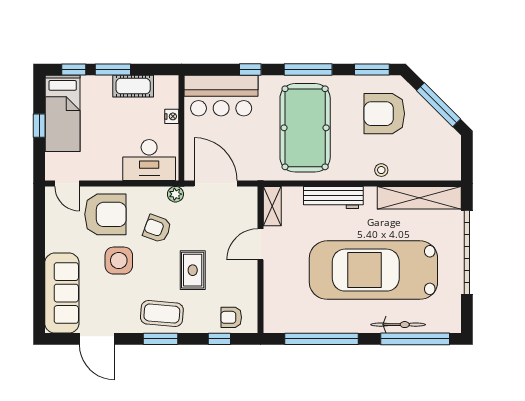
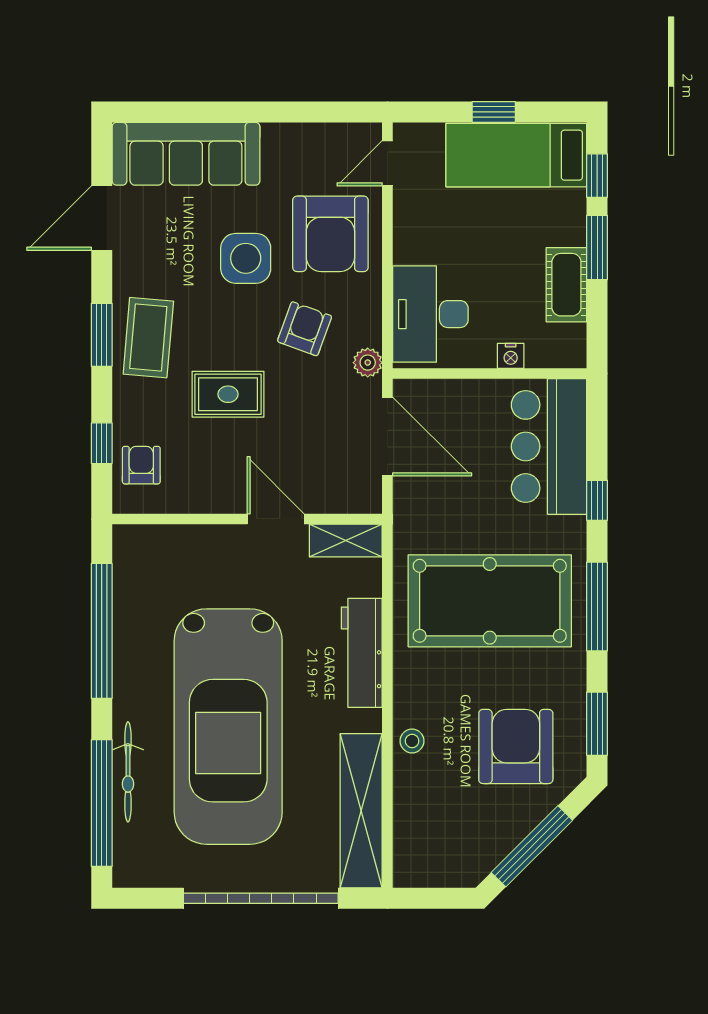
door: (216, 183) -> (387, 436), hinge flipped
car: (373, 270) -> (228, 727), turned 180

